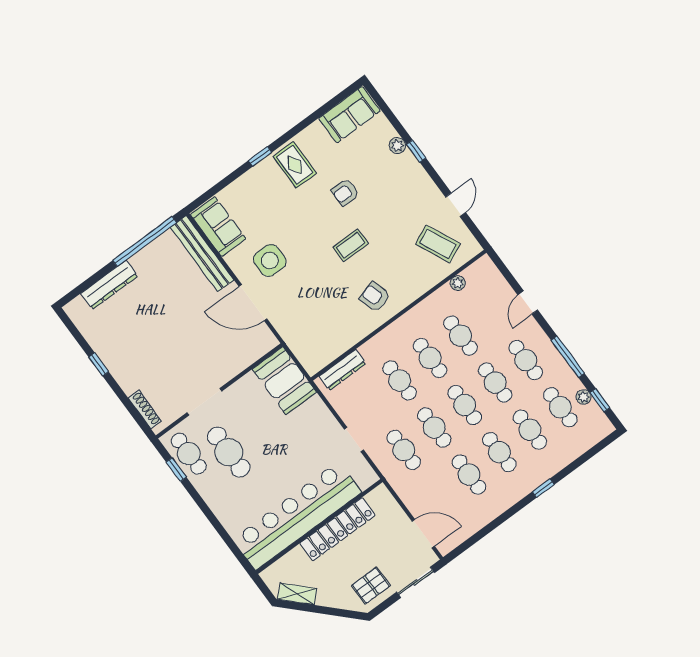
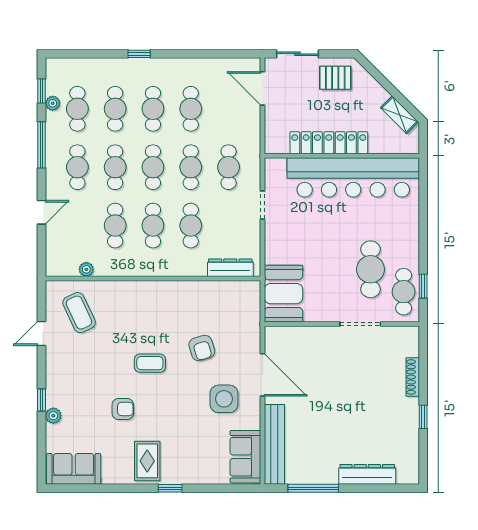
window: (145, 241) -> (313, 488), width x0.68
armchair: (375, 297) -> (202, 348), moved
shoe rack: (145, 409) -> (413, 377), moved

